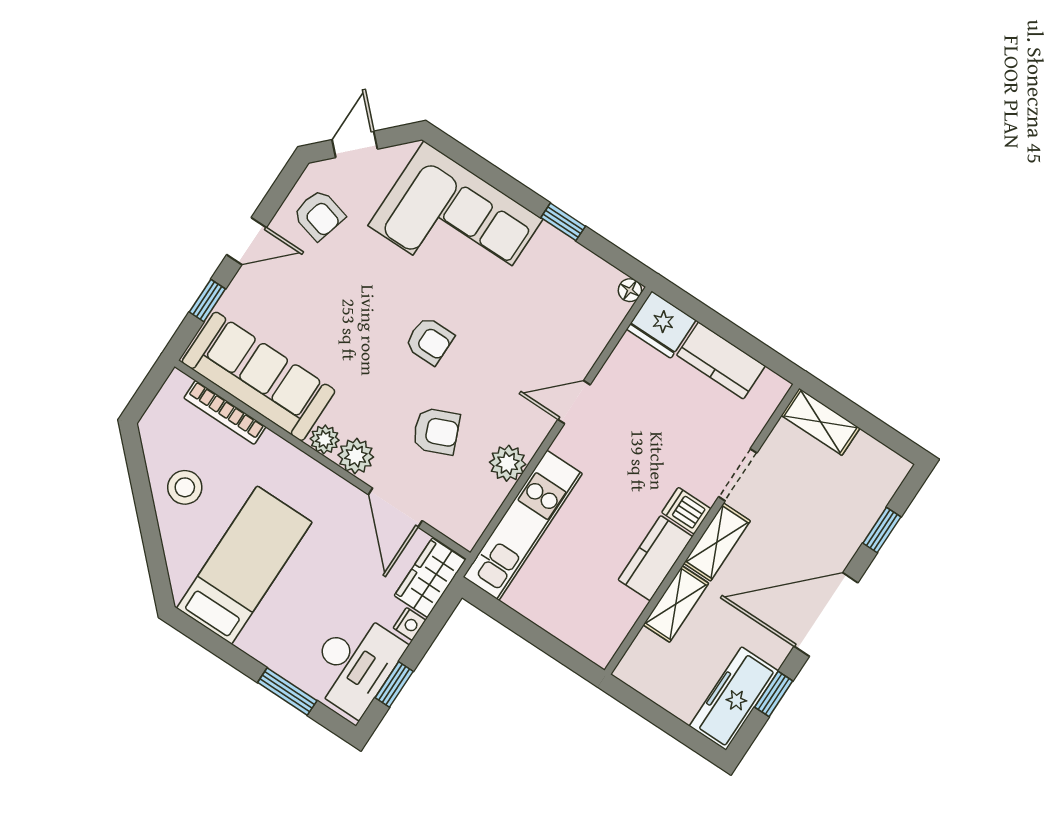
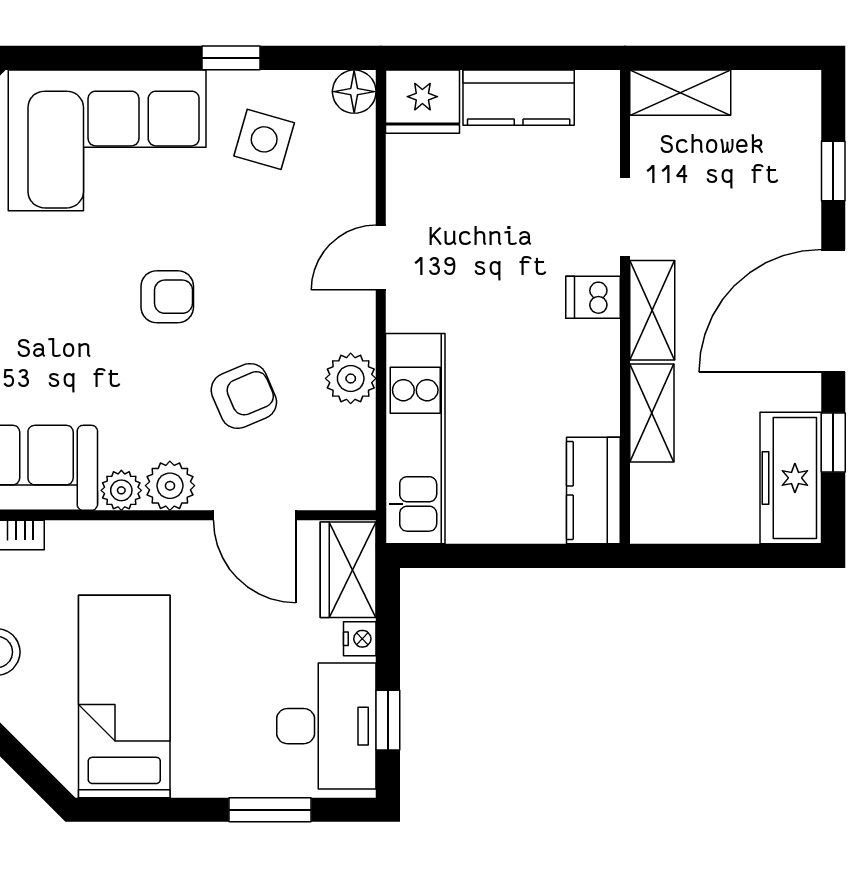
side table: (551, 284) -> (264, 139), added
floor lamp: (630, 290) -> (354, 92), width x1.37, depth x1.37
kitchen counter: (655, 558) -> (593, 491), moved

